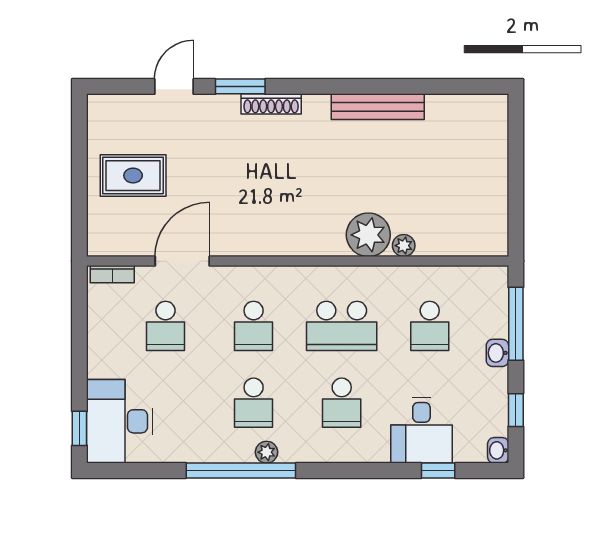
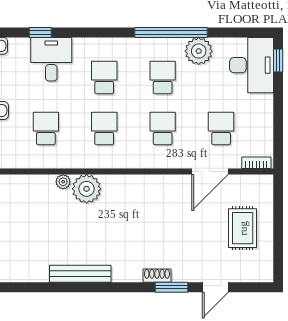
shoe rack: (271, 104) -> (157, 276), width x0.70
rug: (133, 176) -> (243, 228), turned 90
school desk: (342, 326) -> (104, 128), width x0.54
plant: (267, 452) -> (199, 51), moved, width x1.87, depth x1.87

